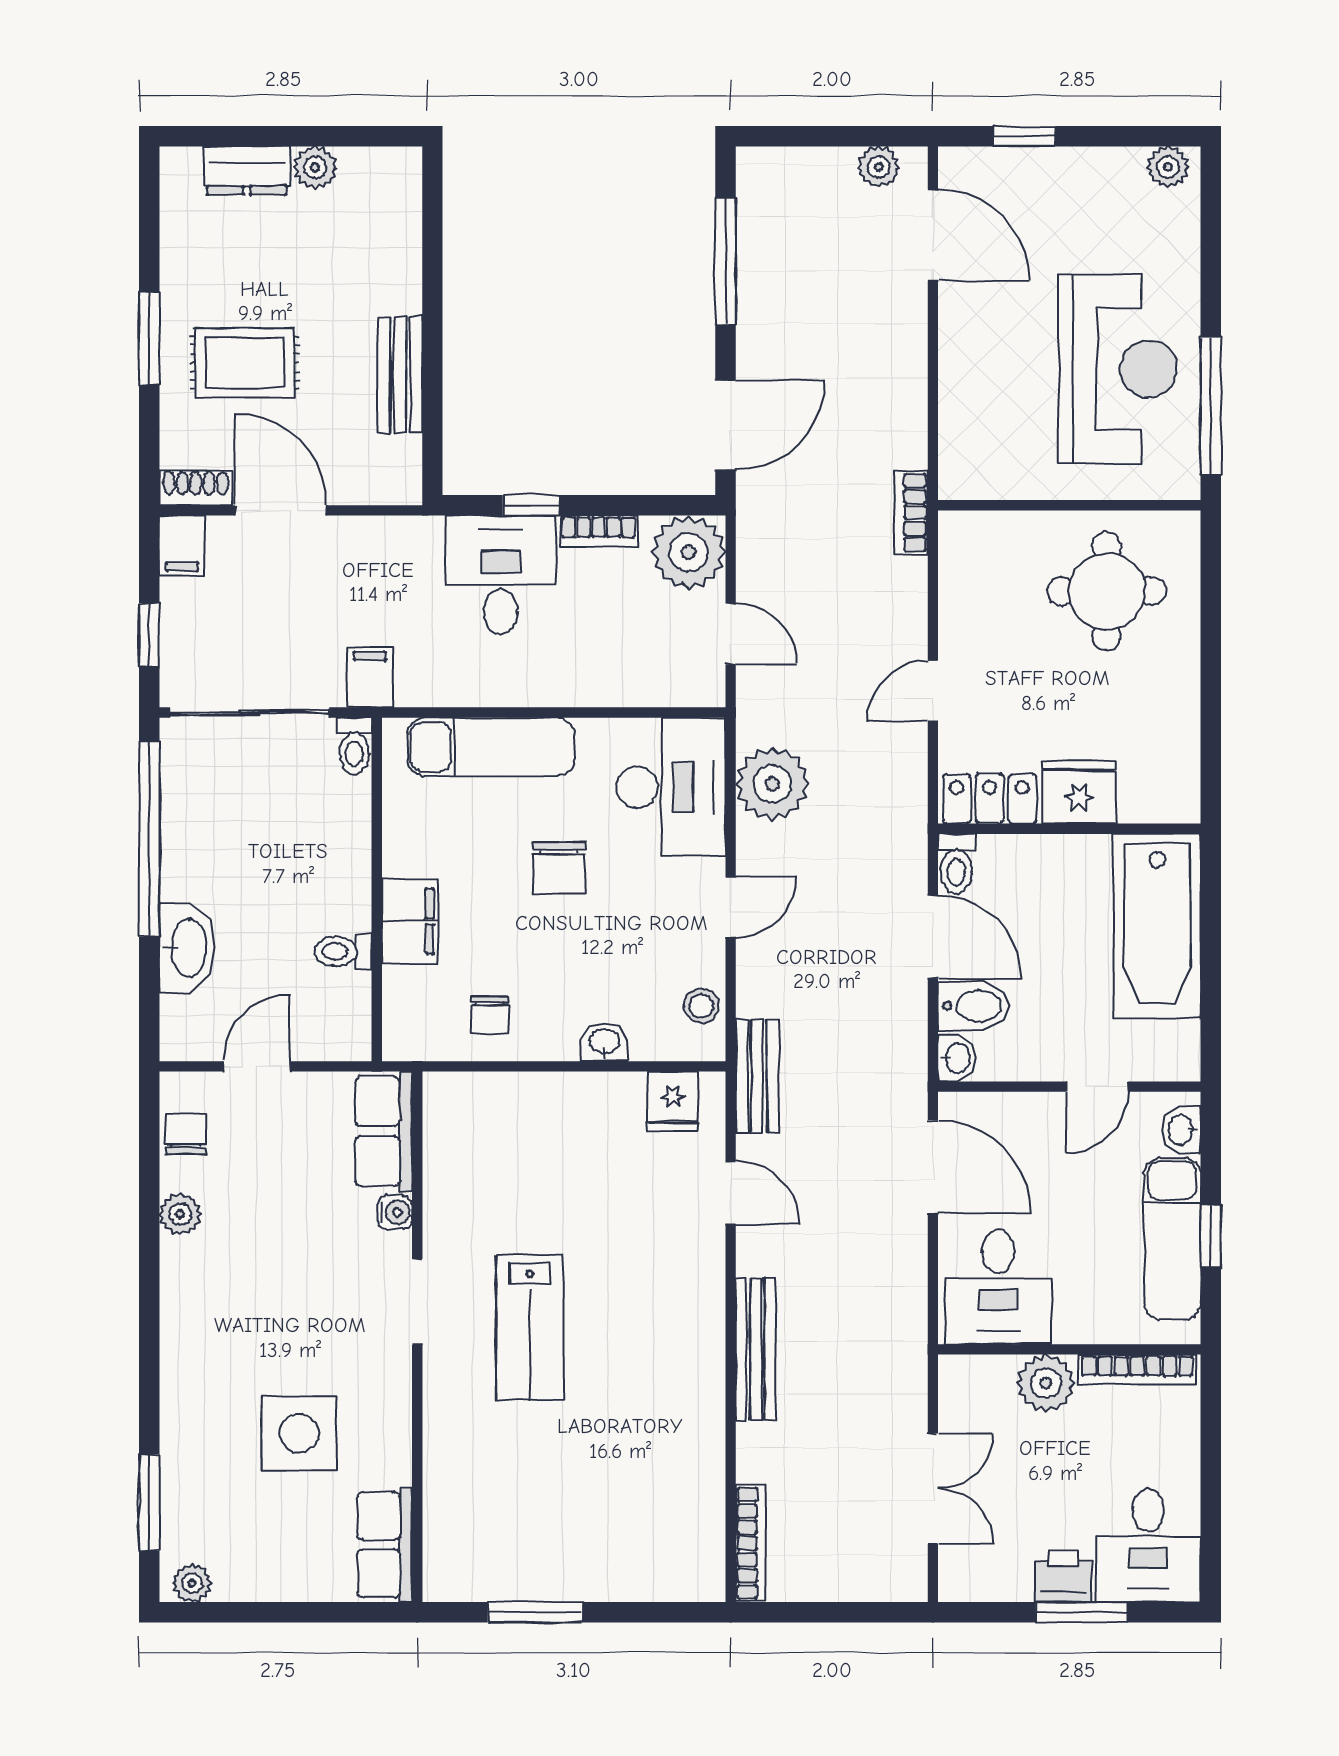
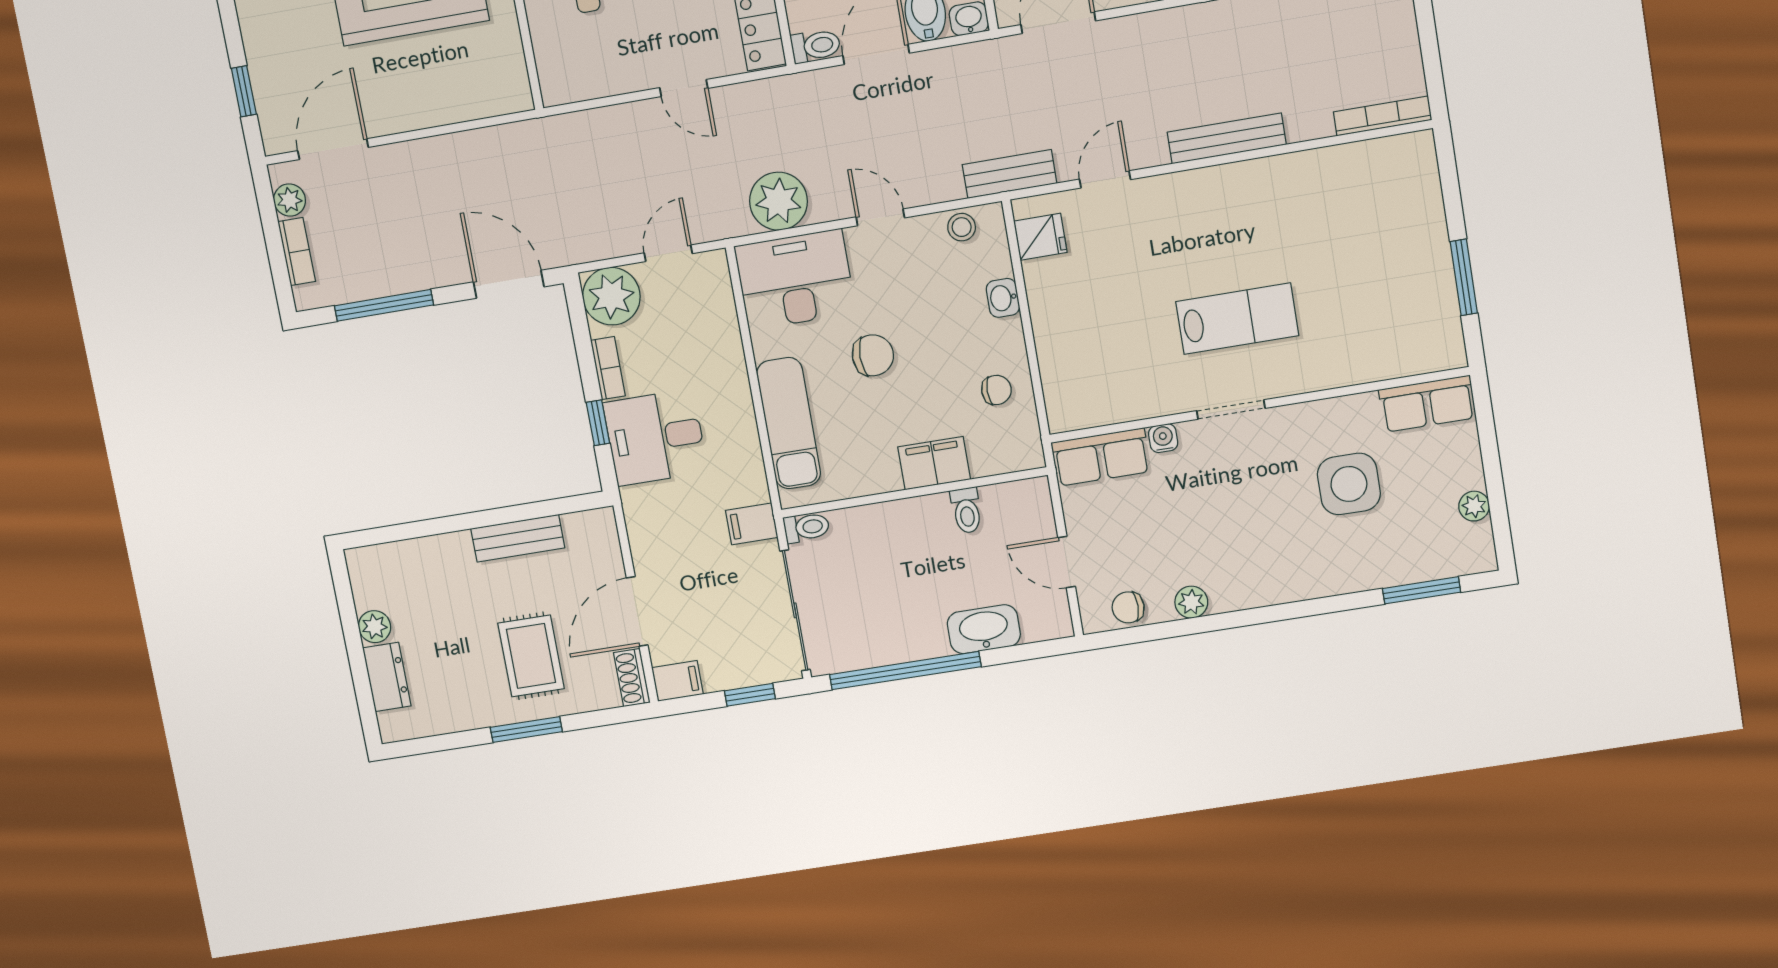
bookcase: (911, 513) -> (297, 252), moved, turned -90
plant: (192, 1583) -> (1474, 506), moved

